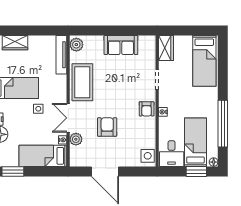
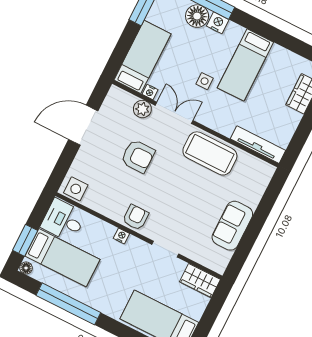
plant: (76, 45) -> (261, 170), removed
armchair: (147, 109) -> (136, 217), turned 90

